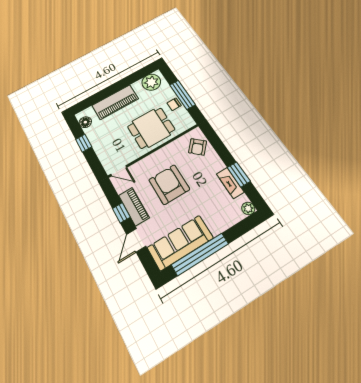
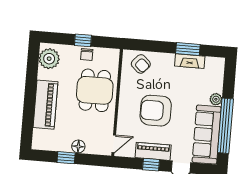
window: (182, 95) -> (83, 40), width x0.46
floor lamp: (85, 122) -> (78, 146), moved
plant: (248, 208) -> (216, 99), moved

